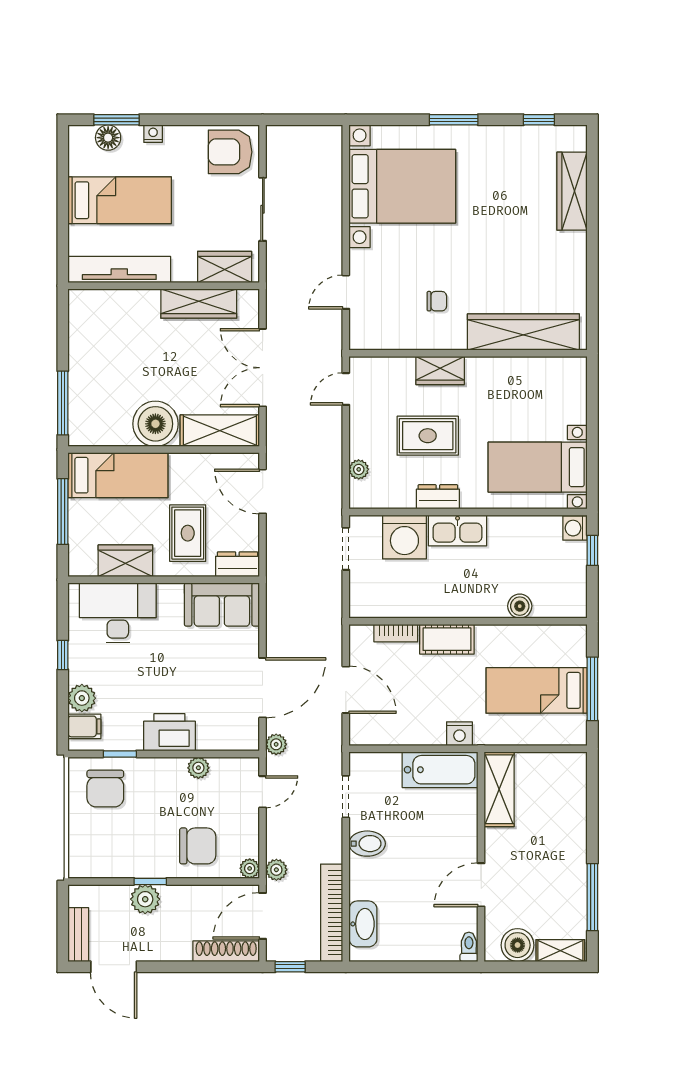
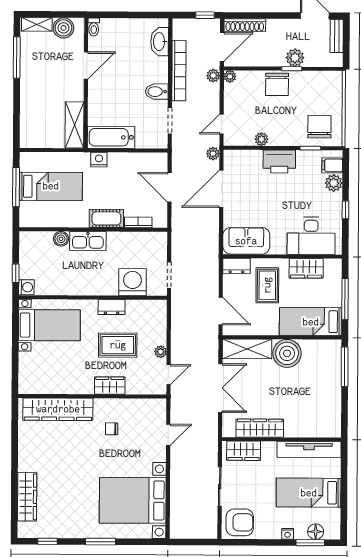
plant: (359, 469) -> (161, 352), moved
kitchen sink: (458, 530) -> (88, 241), moved, turned 180
chair: (198, 846) -> (277, 84), moved, turned -90
bookcase: (332, 913) -> (179, 71), moved

